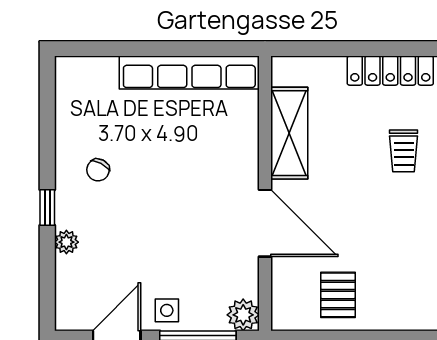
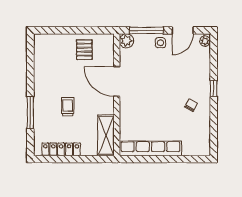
shelving: (289, 133) -> (106, 135), moved
trolley: (404, 151) -> (68, 107), moved
plant: (66, 242) -> (205, 41), moved

